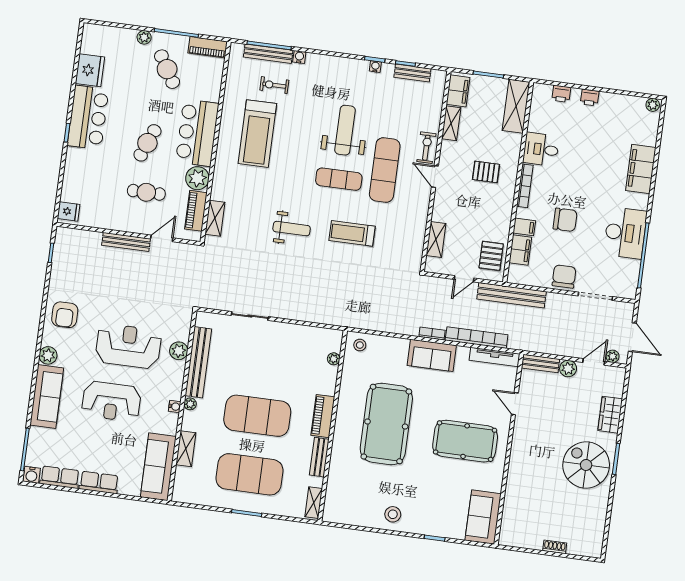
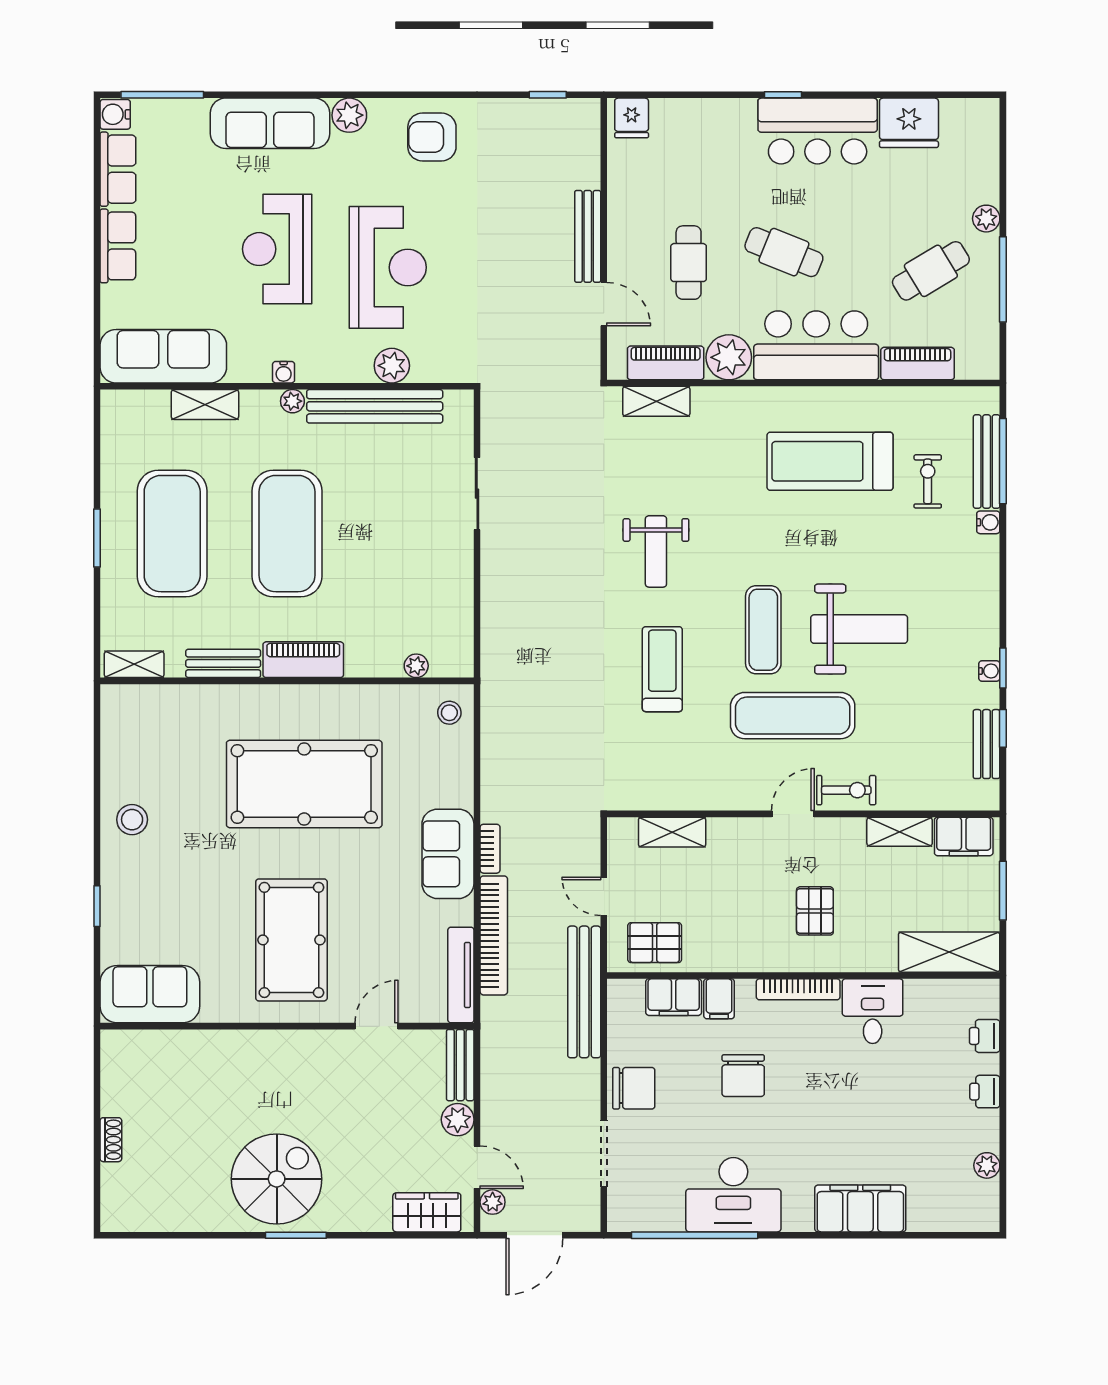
piano: (208, 47) -> (918, 364), moved, turned 90
plant: (653, 105) -> (987, 1165), moved
wardrobe: (610, 415) -> (427, 1212), moved

